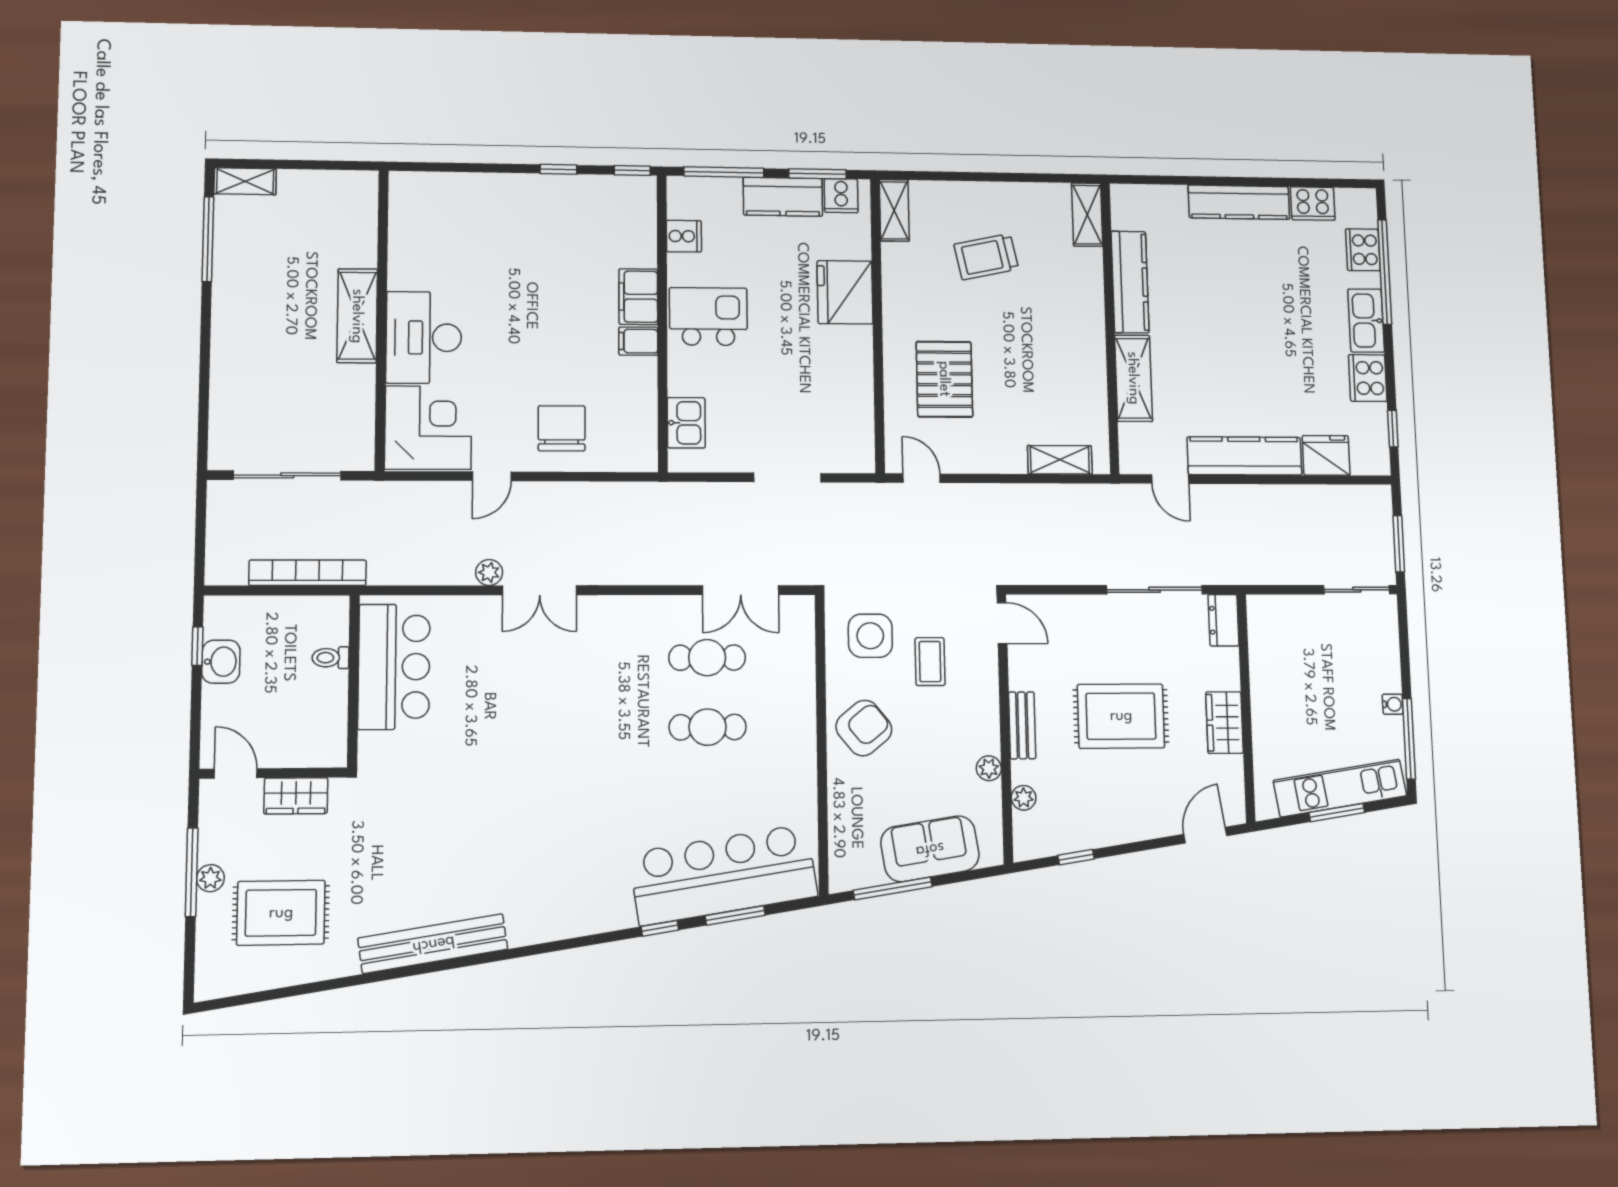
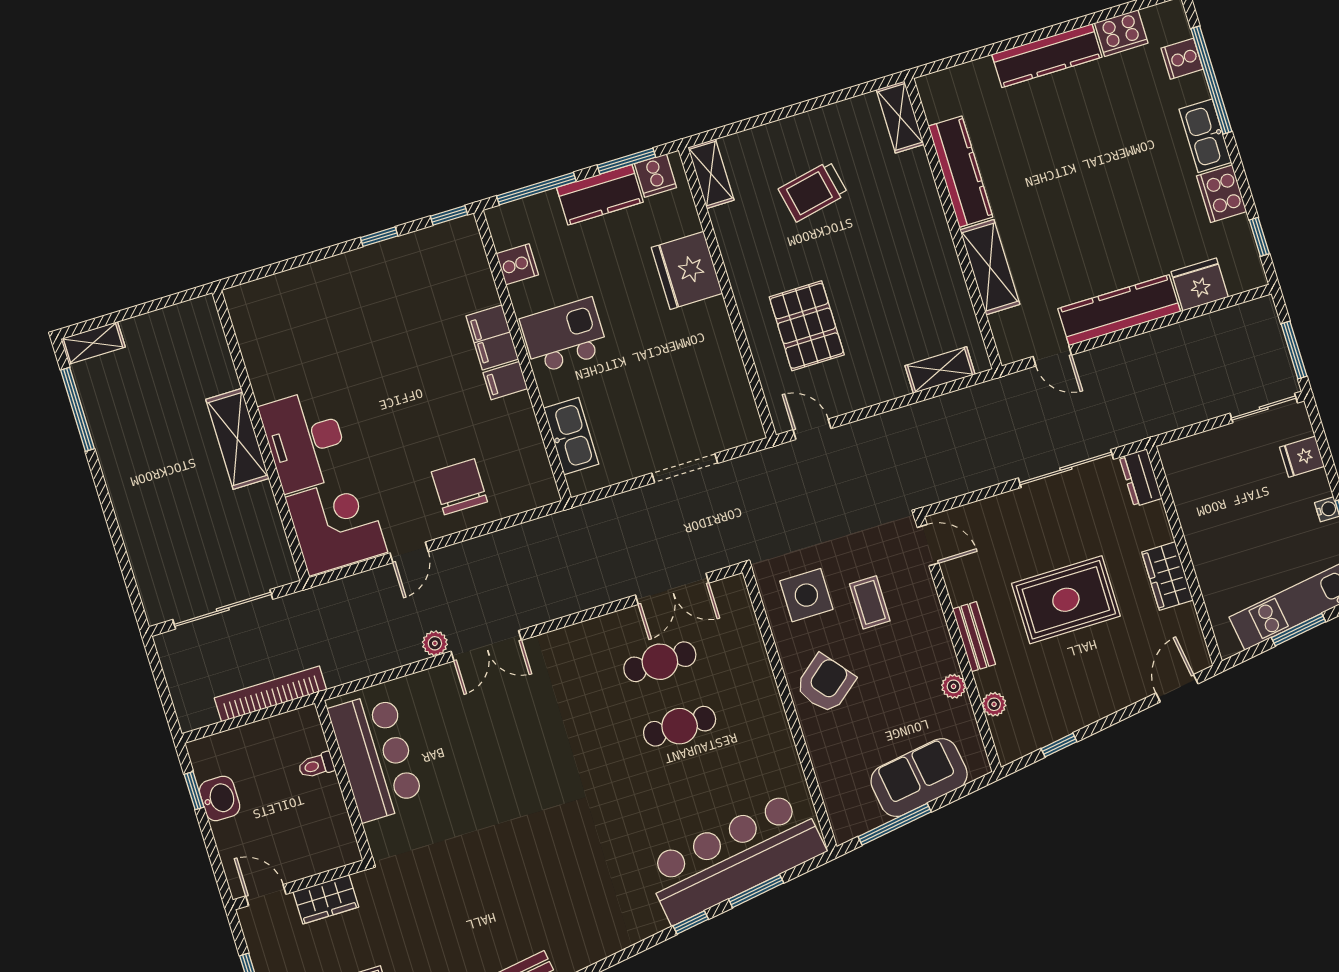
cooker: (1363, 250) -> (1182, 59), width x0.73
kitchen sink: (686, 423) -> (571, 436), width x1.38
fridge: (1381, 647) -> (1302, 457), added

